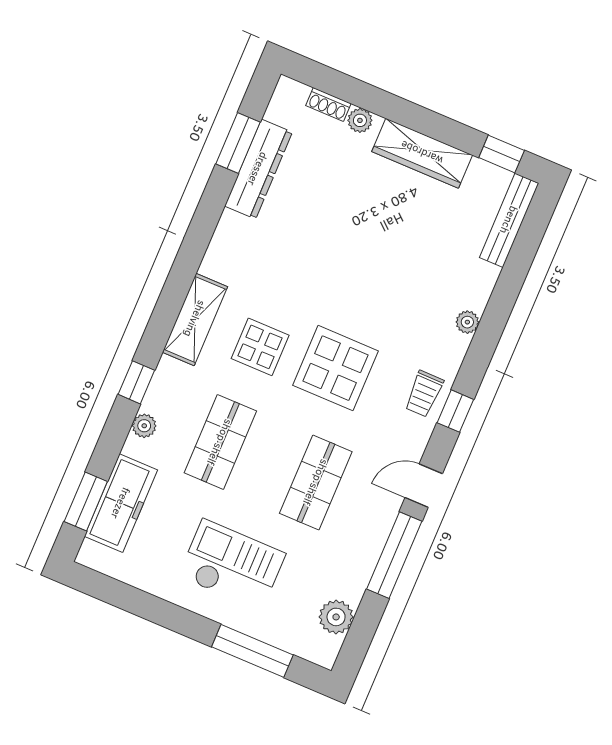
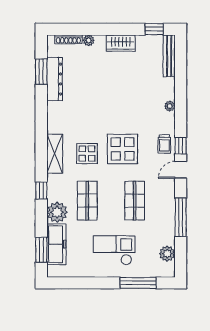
shoe rack: (328, 105) -> (68, 39), width x1.43
wardrobe: (422, 153) -> (121, 43), width x0.67
plant: (144, 426) -> (57, 212), width x1.88, depth x1.88
door: (424, 486) -> (181, 170), moved

